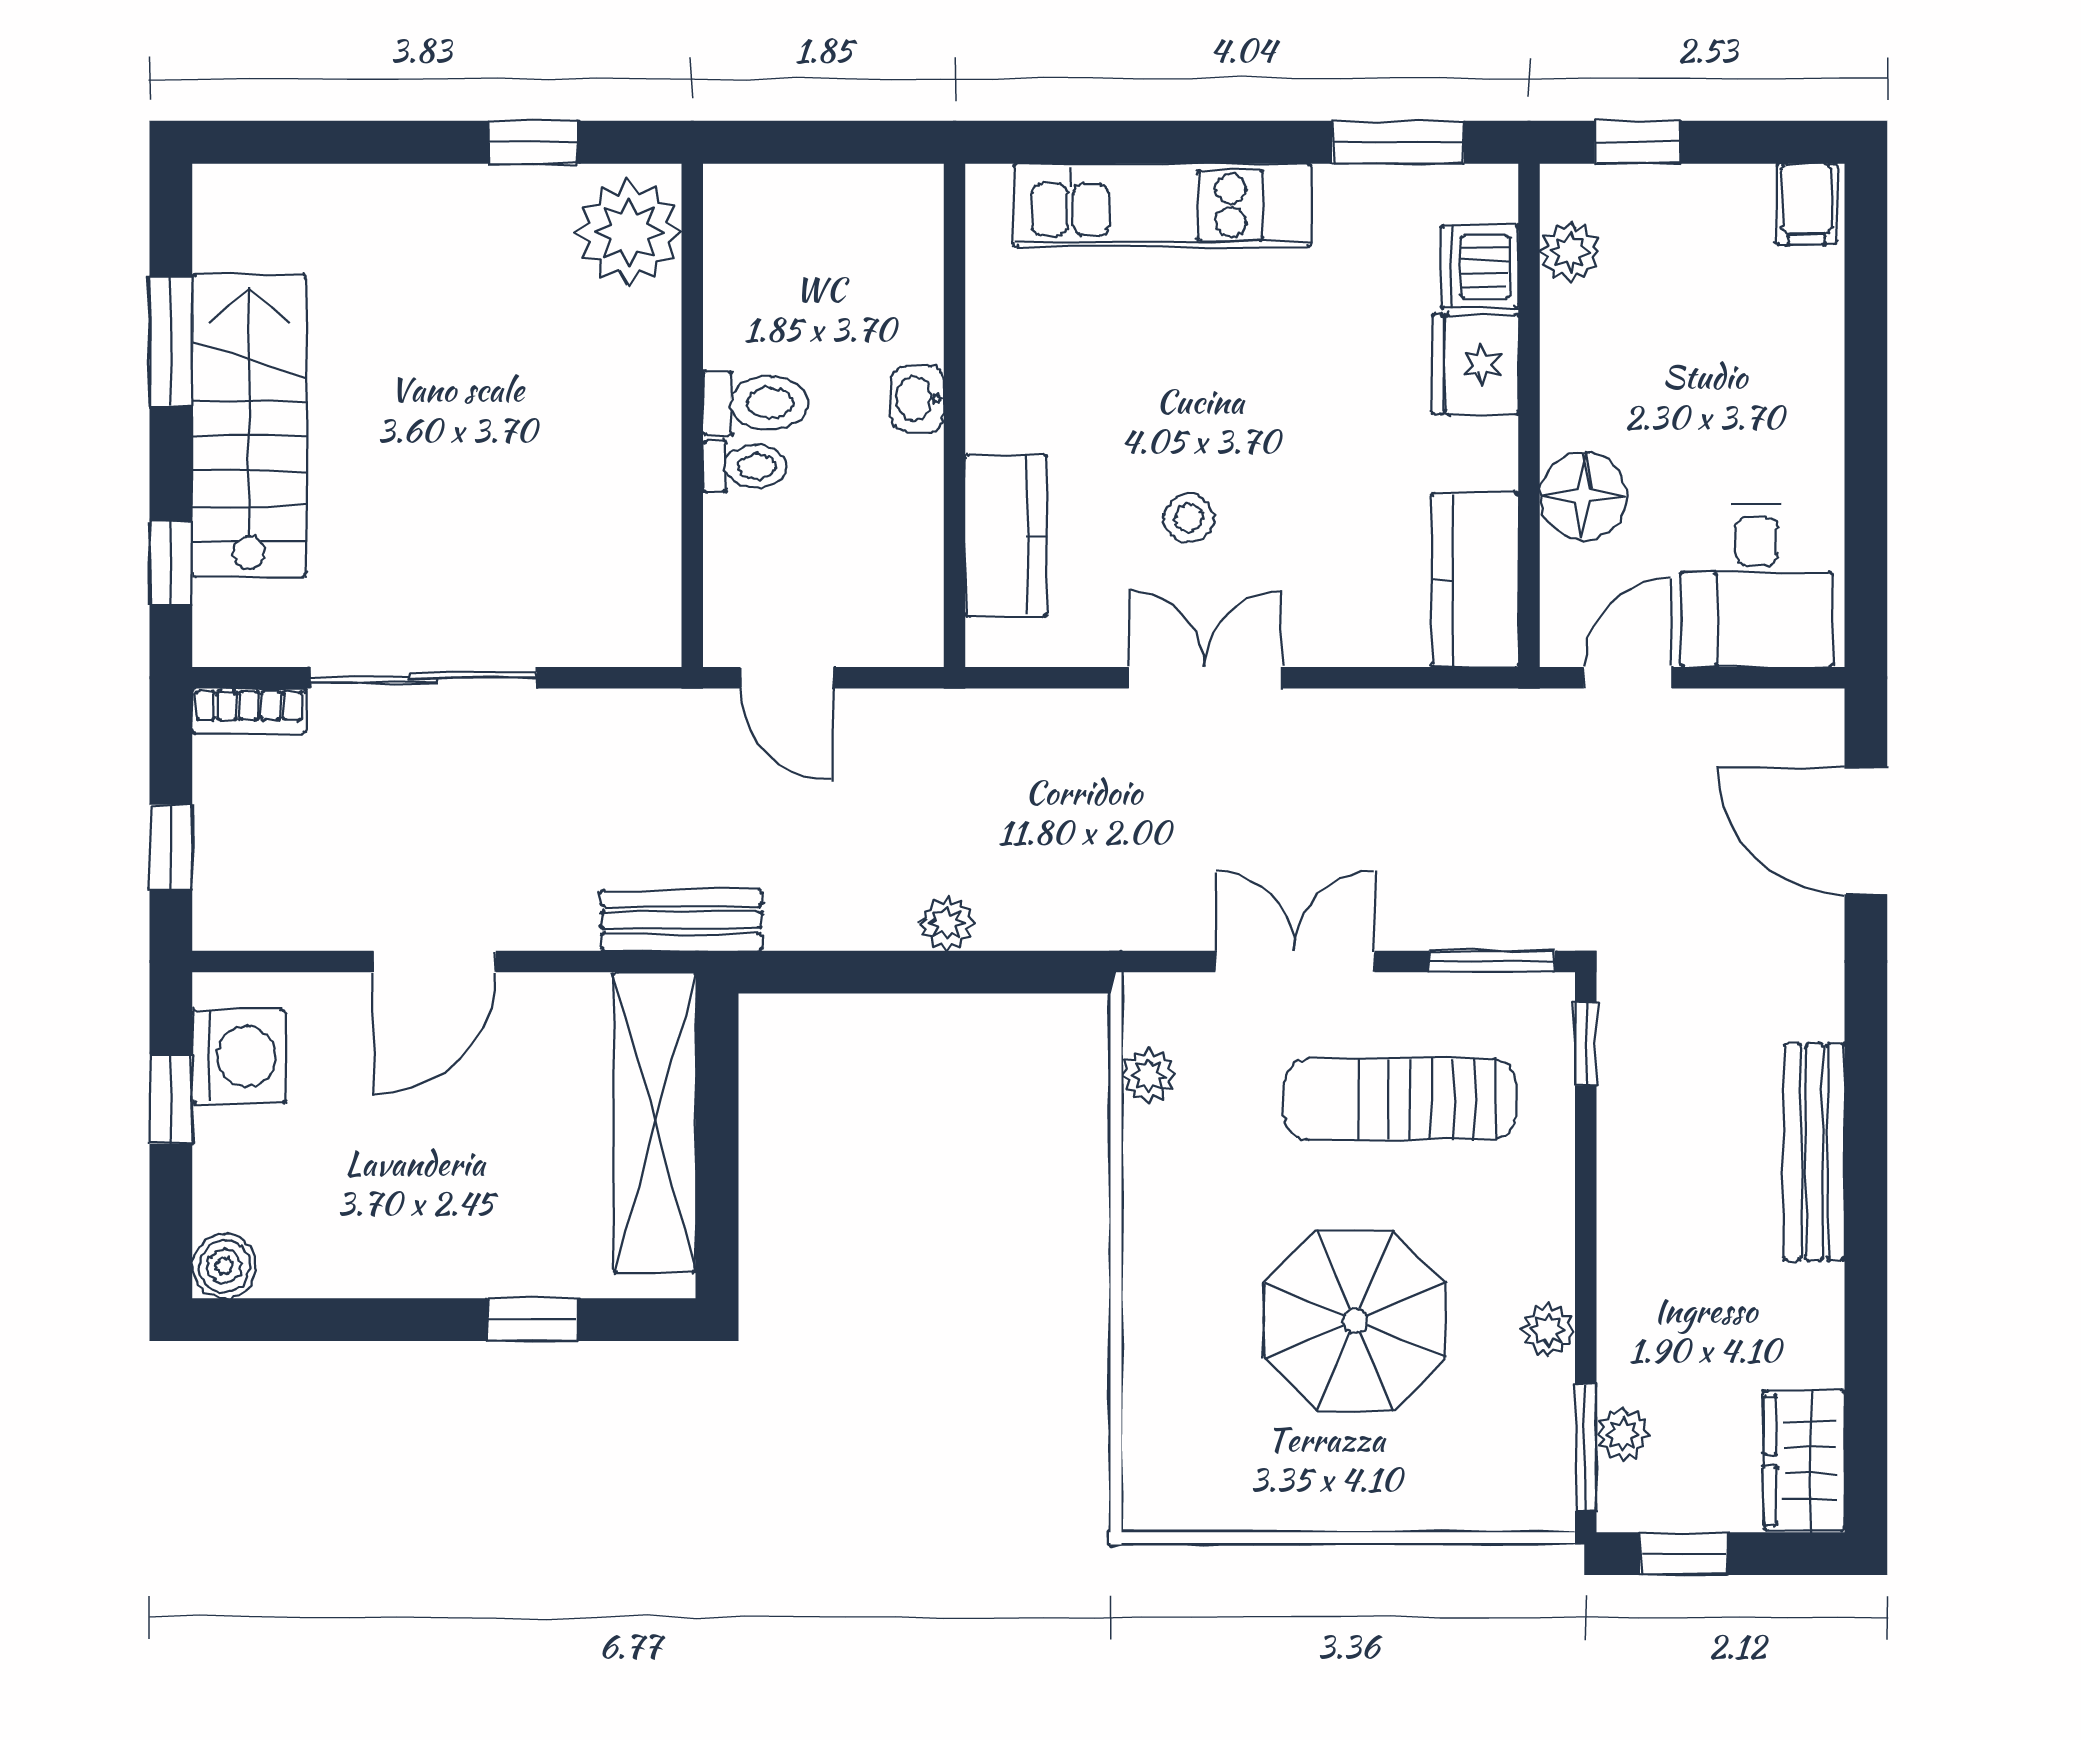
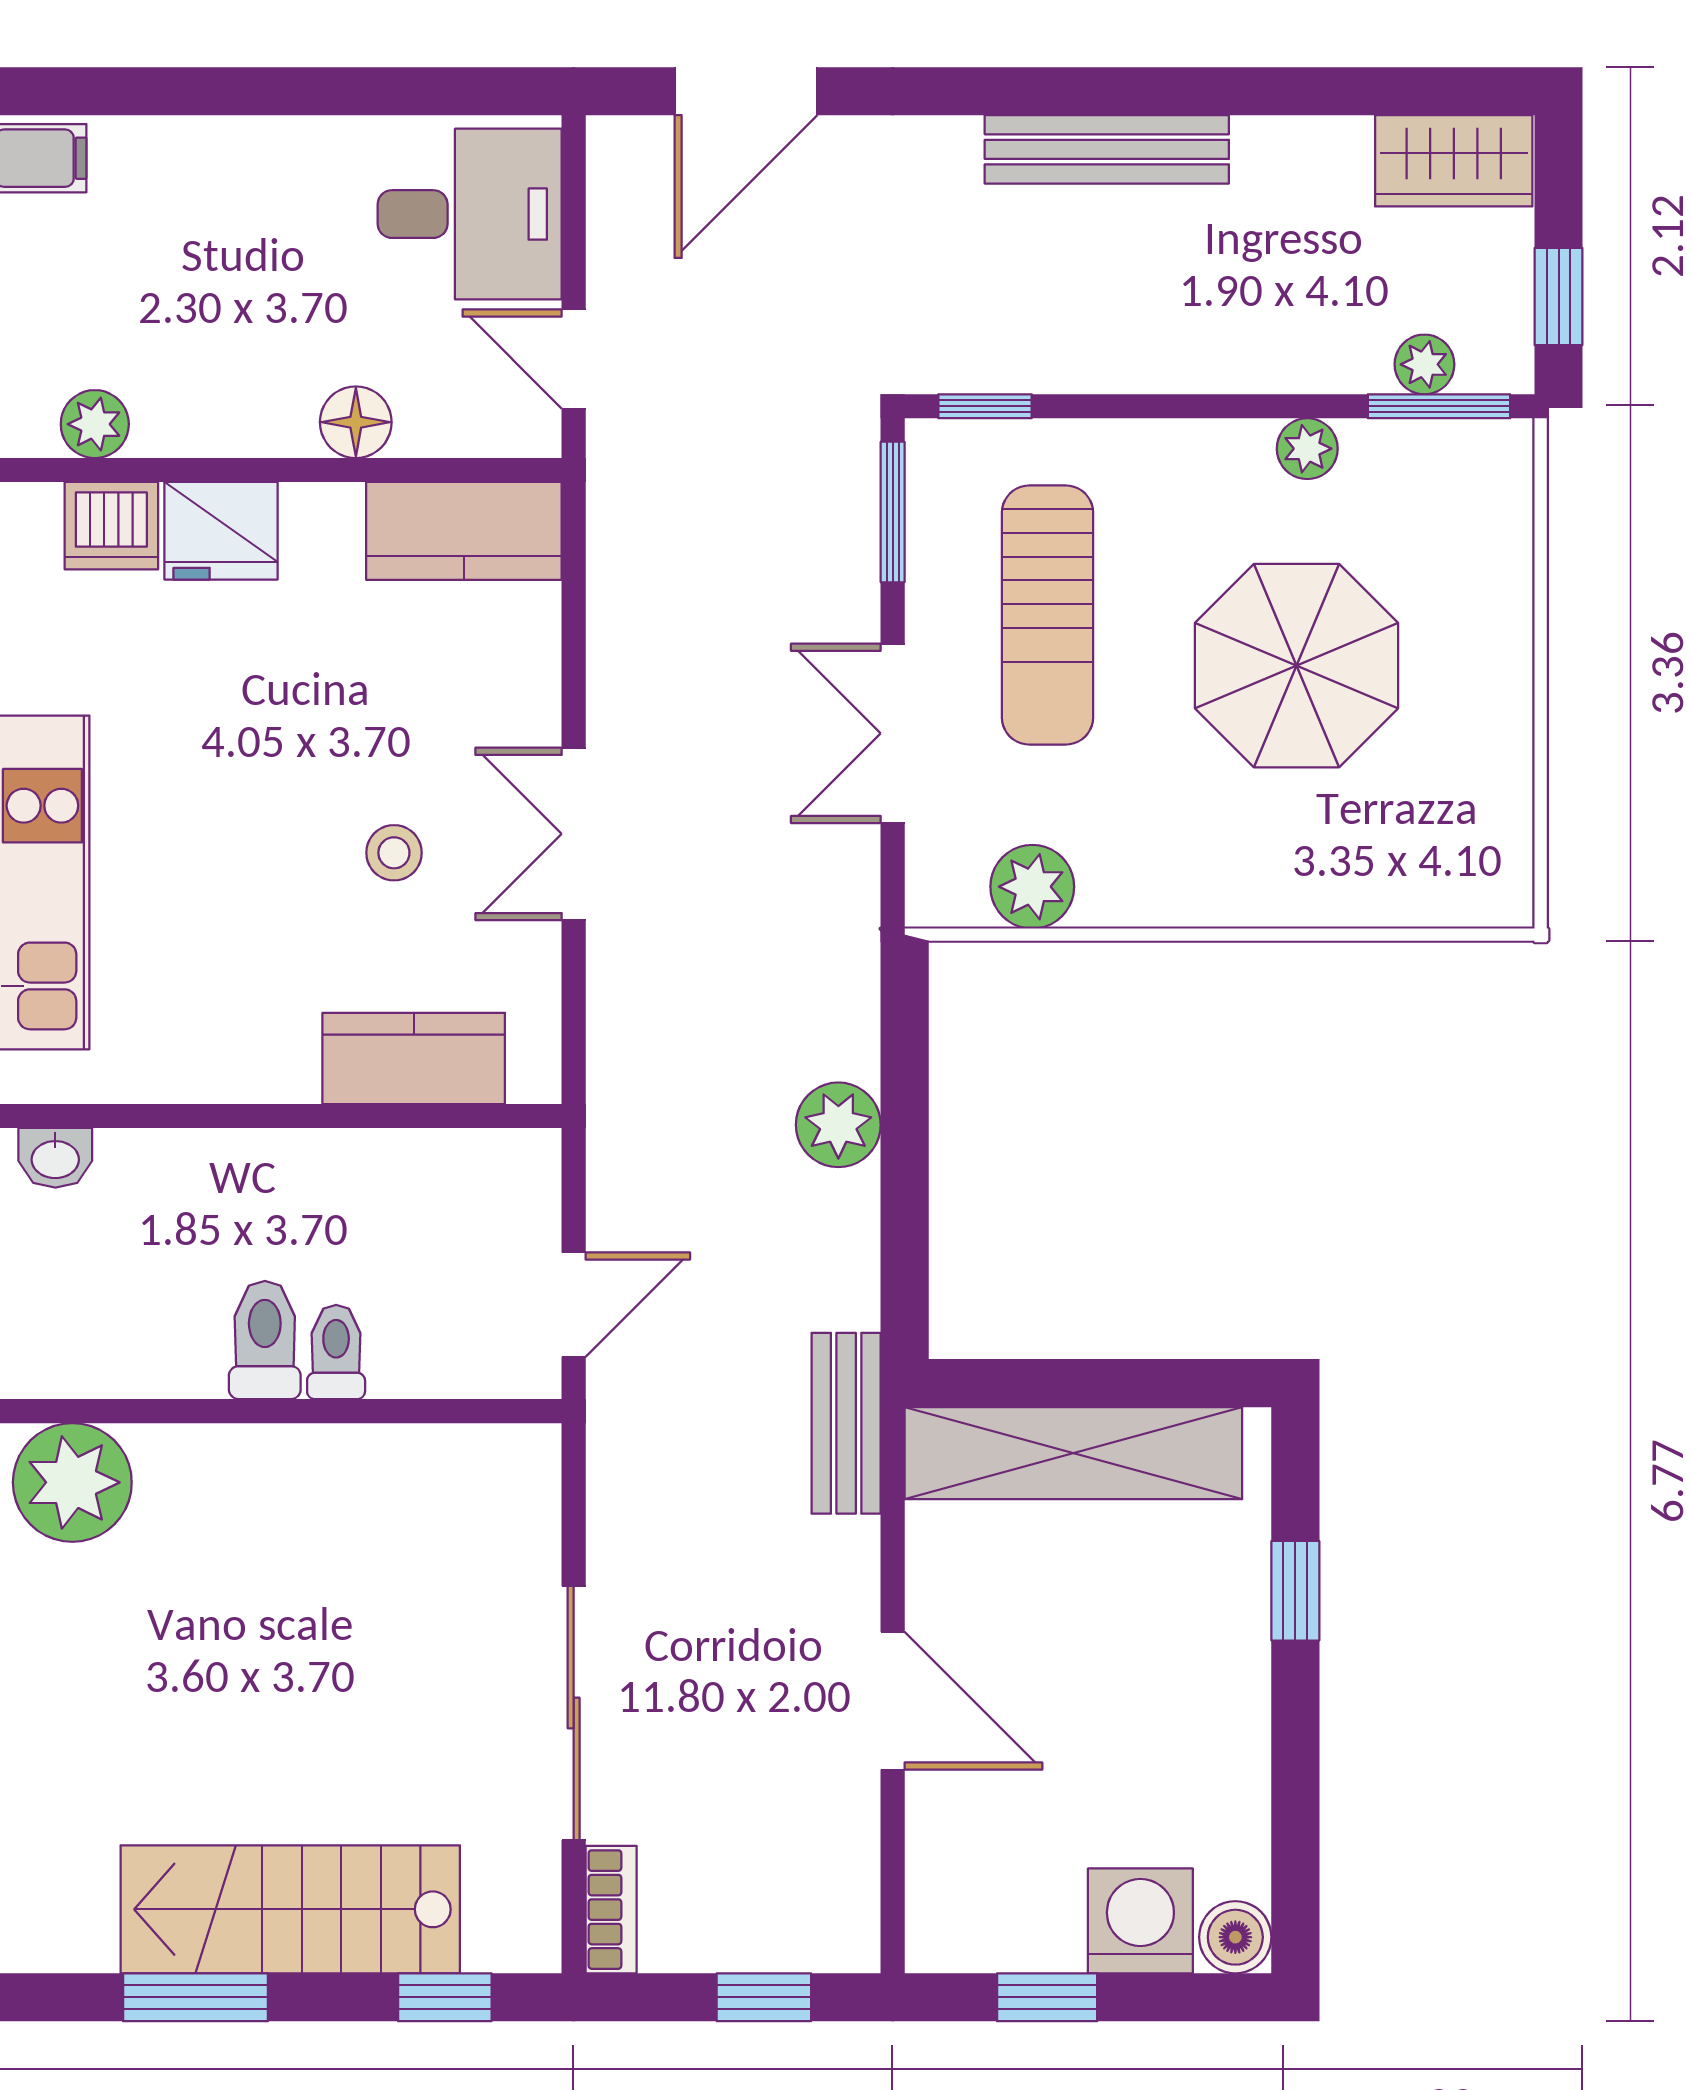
washbasin: (917, 398) -> (55, 1158), moved
floor lamp: (1584, 496) -> (356, 422), width x0.73, depth x0.73
plant: (947, 923) -> (838, 1125), width x1.38, depth x1.38
washing machine: (239, 1056) -> (1140, 1921), moved
plant: (1148, 1075) -> (1032, 887), width x1.38, depth x1.38

